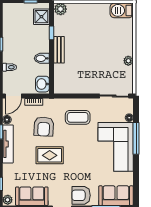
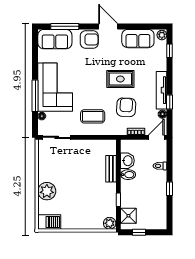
bench: (59, 50) -> (111, 169), moved
plant: (128, 61) -> (47, 191), moved, width x1.88, depth x1.88
washbasin: (42, 84) -> (127, 161), moved

